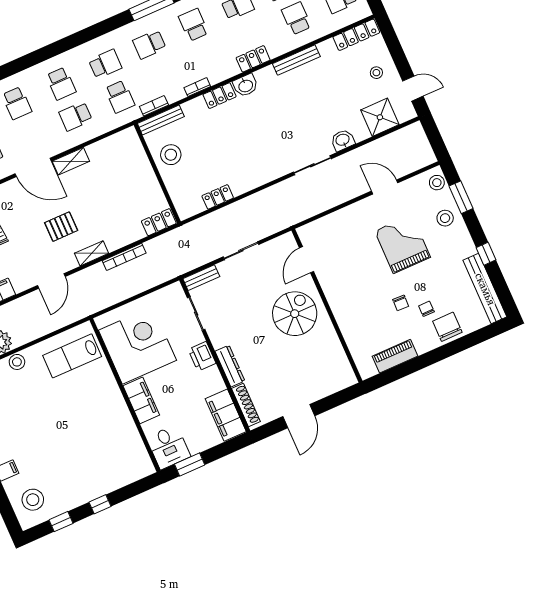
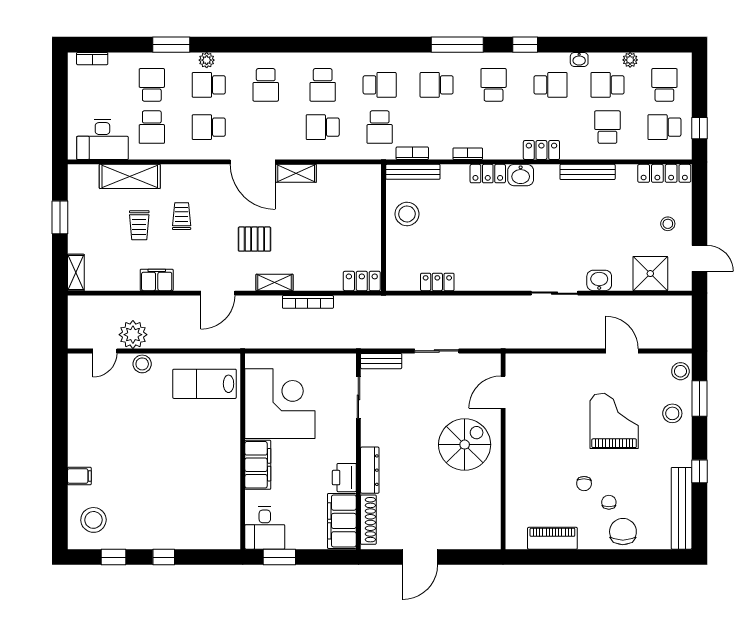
printer: (202, 356) -> (344, 478), moved

